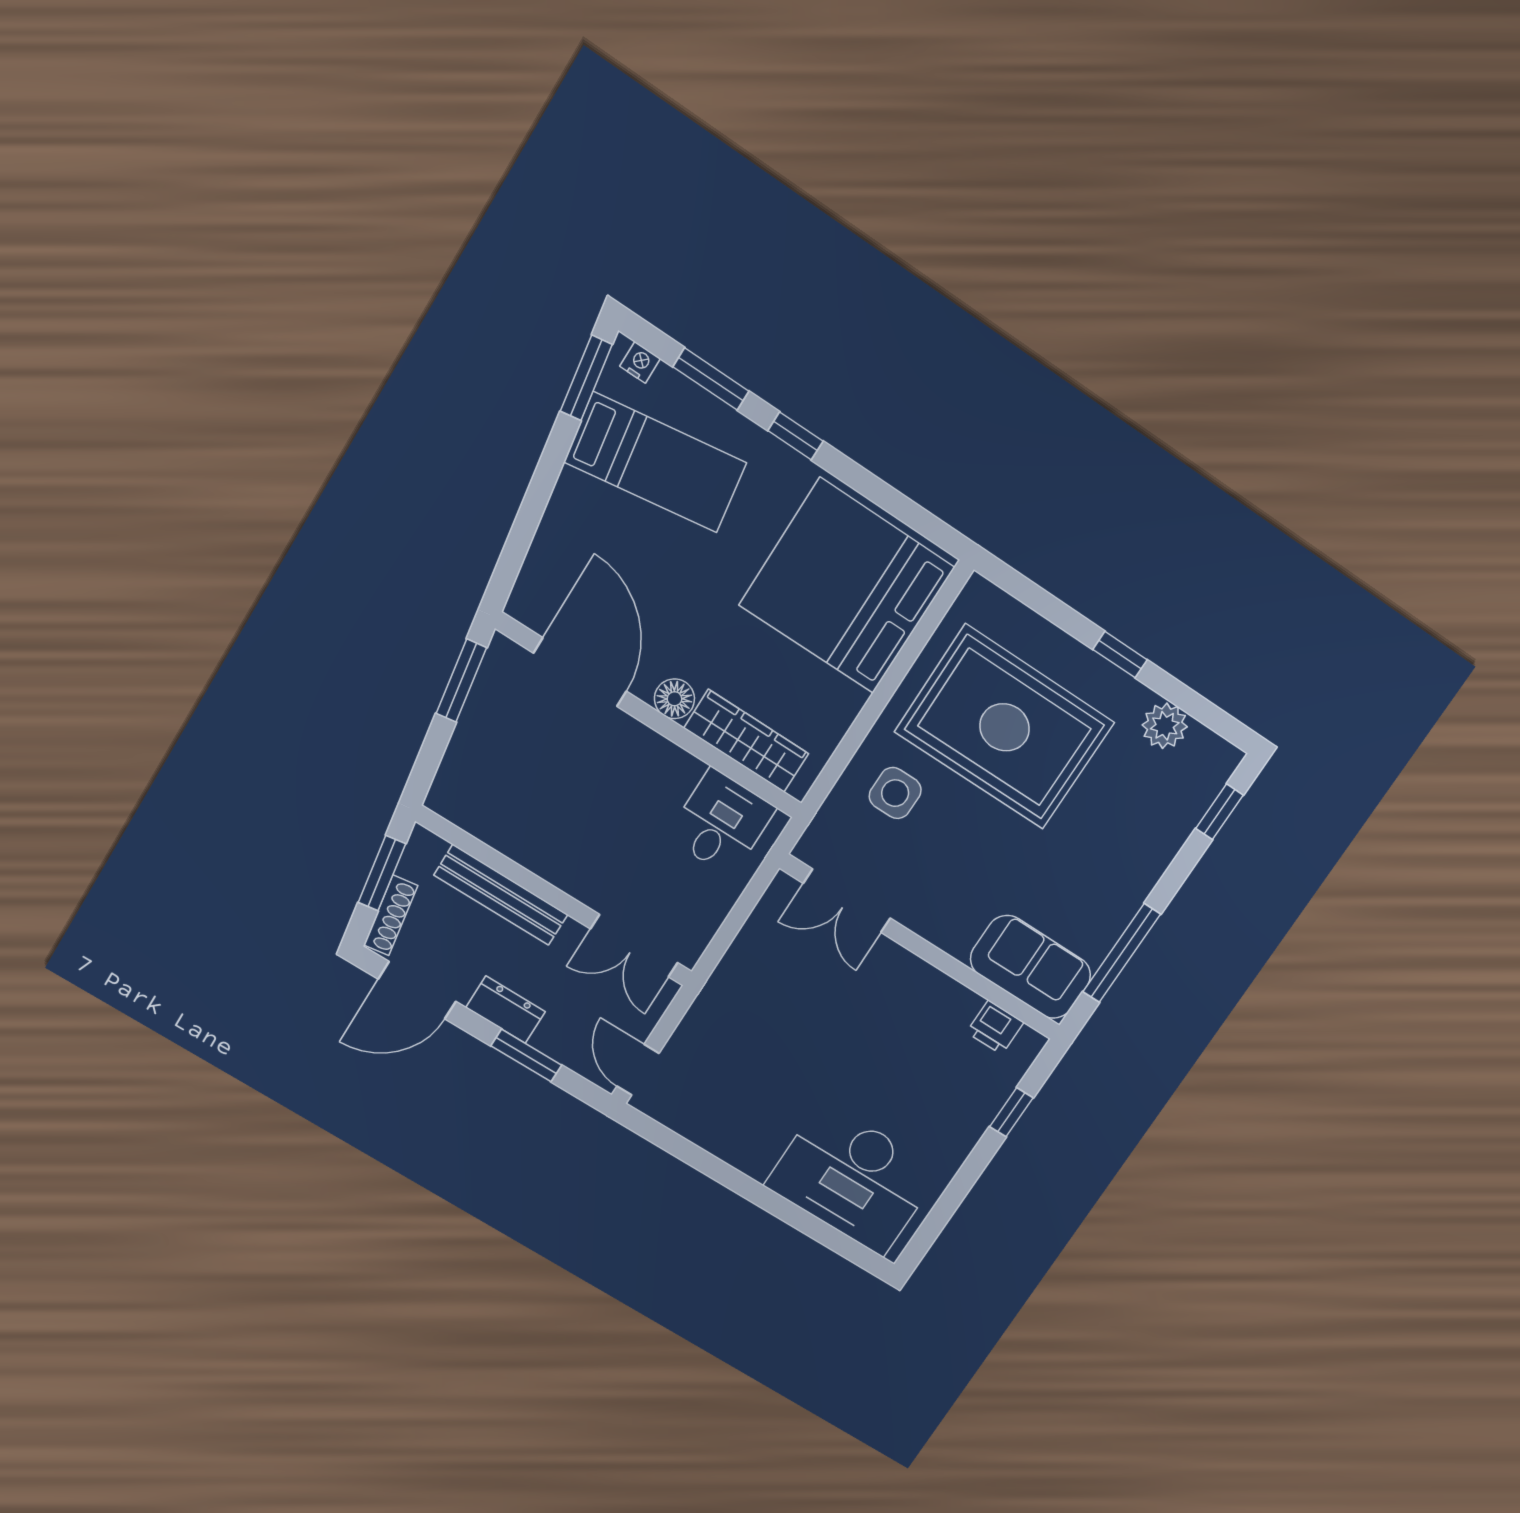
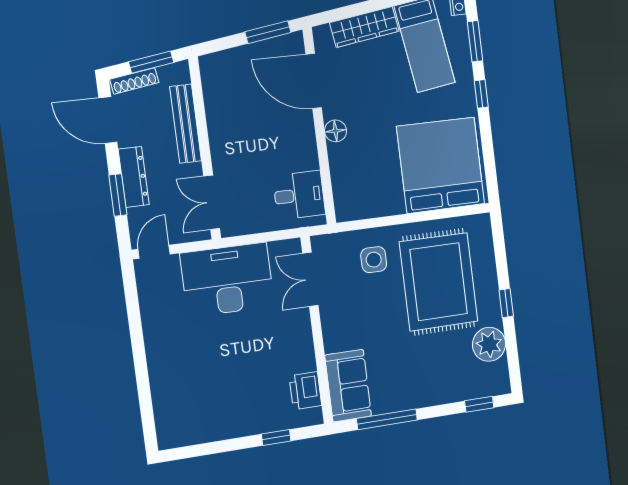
door: (580, 672) -> (314, 81), swing flipped
plant: (1165, 726) -> (489, 344), width x1.36, depth x1.36
wardrobe: (746, 741) -> (364, 27), moved, turned 81
dresser: (506, 1010) -> (134, 177), width x1.44
printer: (995, 1027) -> (305, 391), width x1.36, depth x1.24
desk: (853, 1178) -> (227, 280), moved, turned 90

